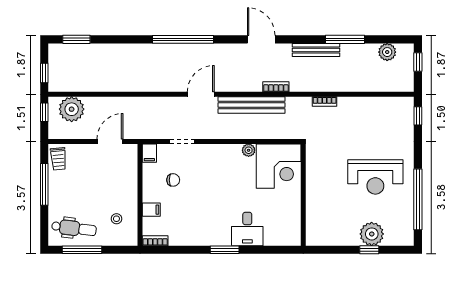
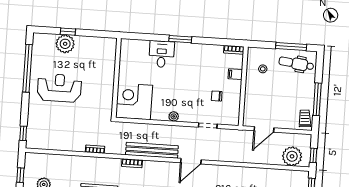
plant: (249, 150) -> (174, 116), moved
filing cabinet: (149, 153) -> (234, 118), removed

